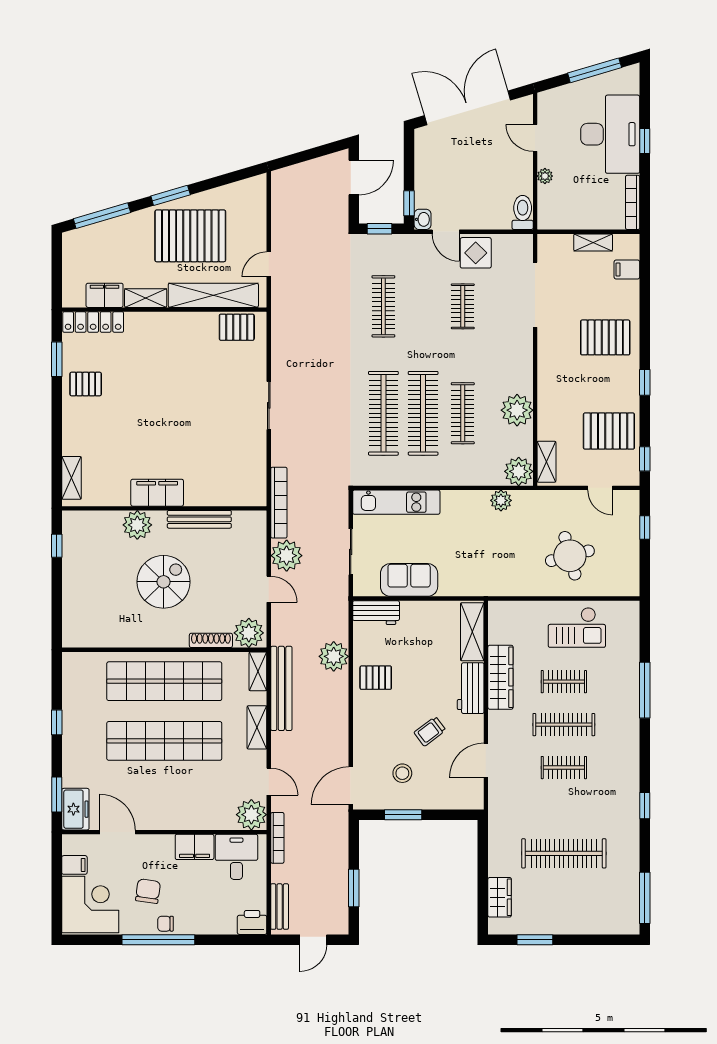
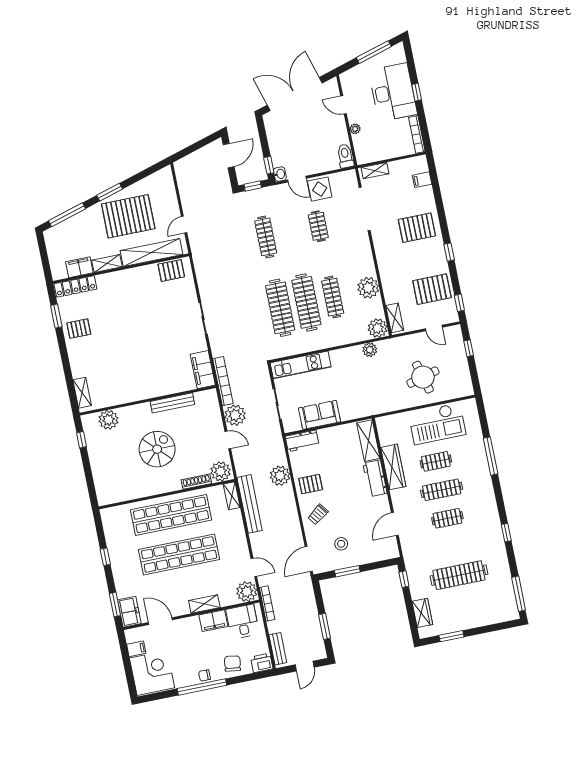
shelving: (593, 242) -> (375, 171), moved
filing cabinet: (157, 493) -> (203, 370), moved, turned -90
plant: (137, 525) -> (108, 420), moved
checkout: (577, 627) -> (437, 424), width x1.36, depth x1.21
shelving: (257, 727) -> (204, 604), moved, turned 90
trolley: (430, 731) -> (318, 514), moved
window: (483, 843) -> (404, 579), added
chair: (148, 891) -> (232, 664), moved

